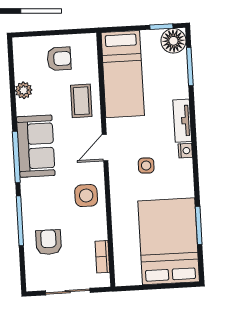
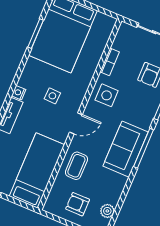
plant: (24, 90) -> (107, 211), moved
bookcase: (102, 257) -> (110, 62), moved

